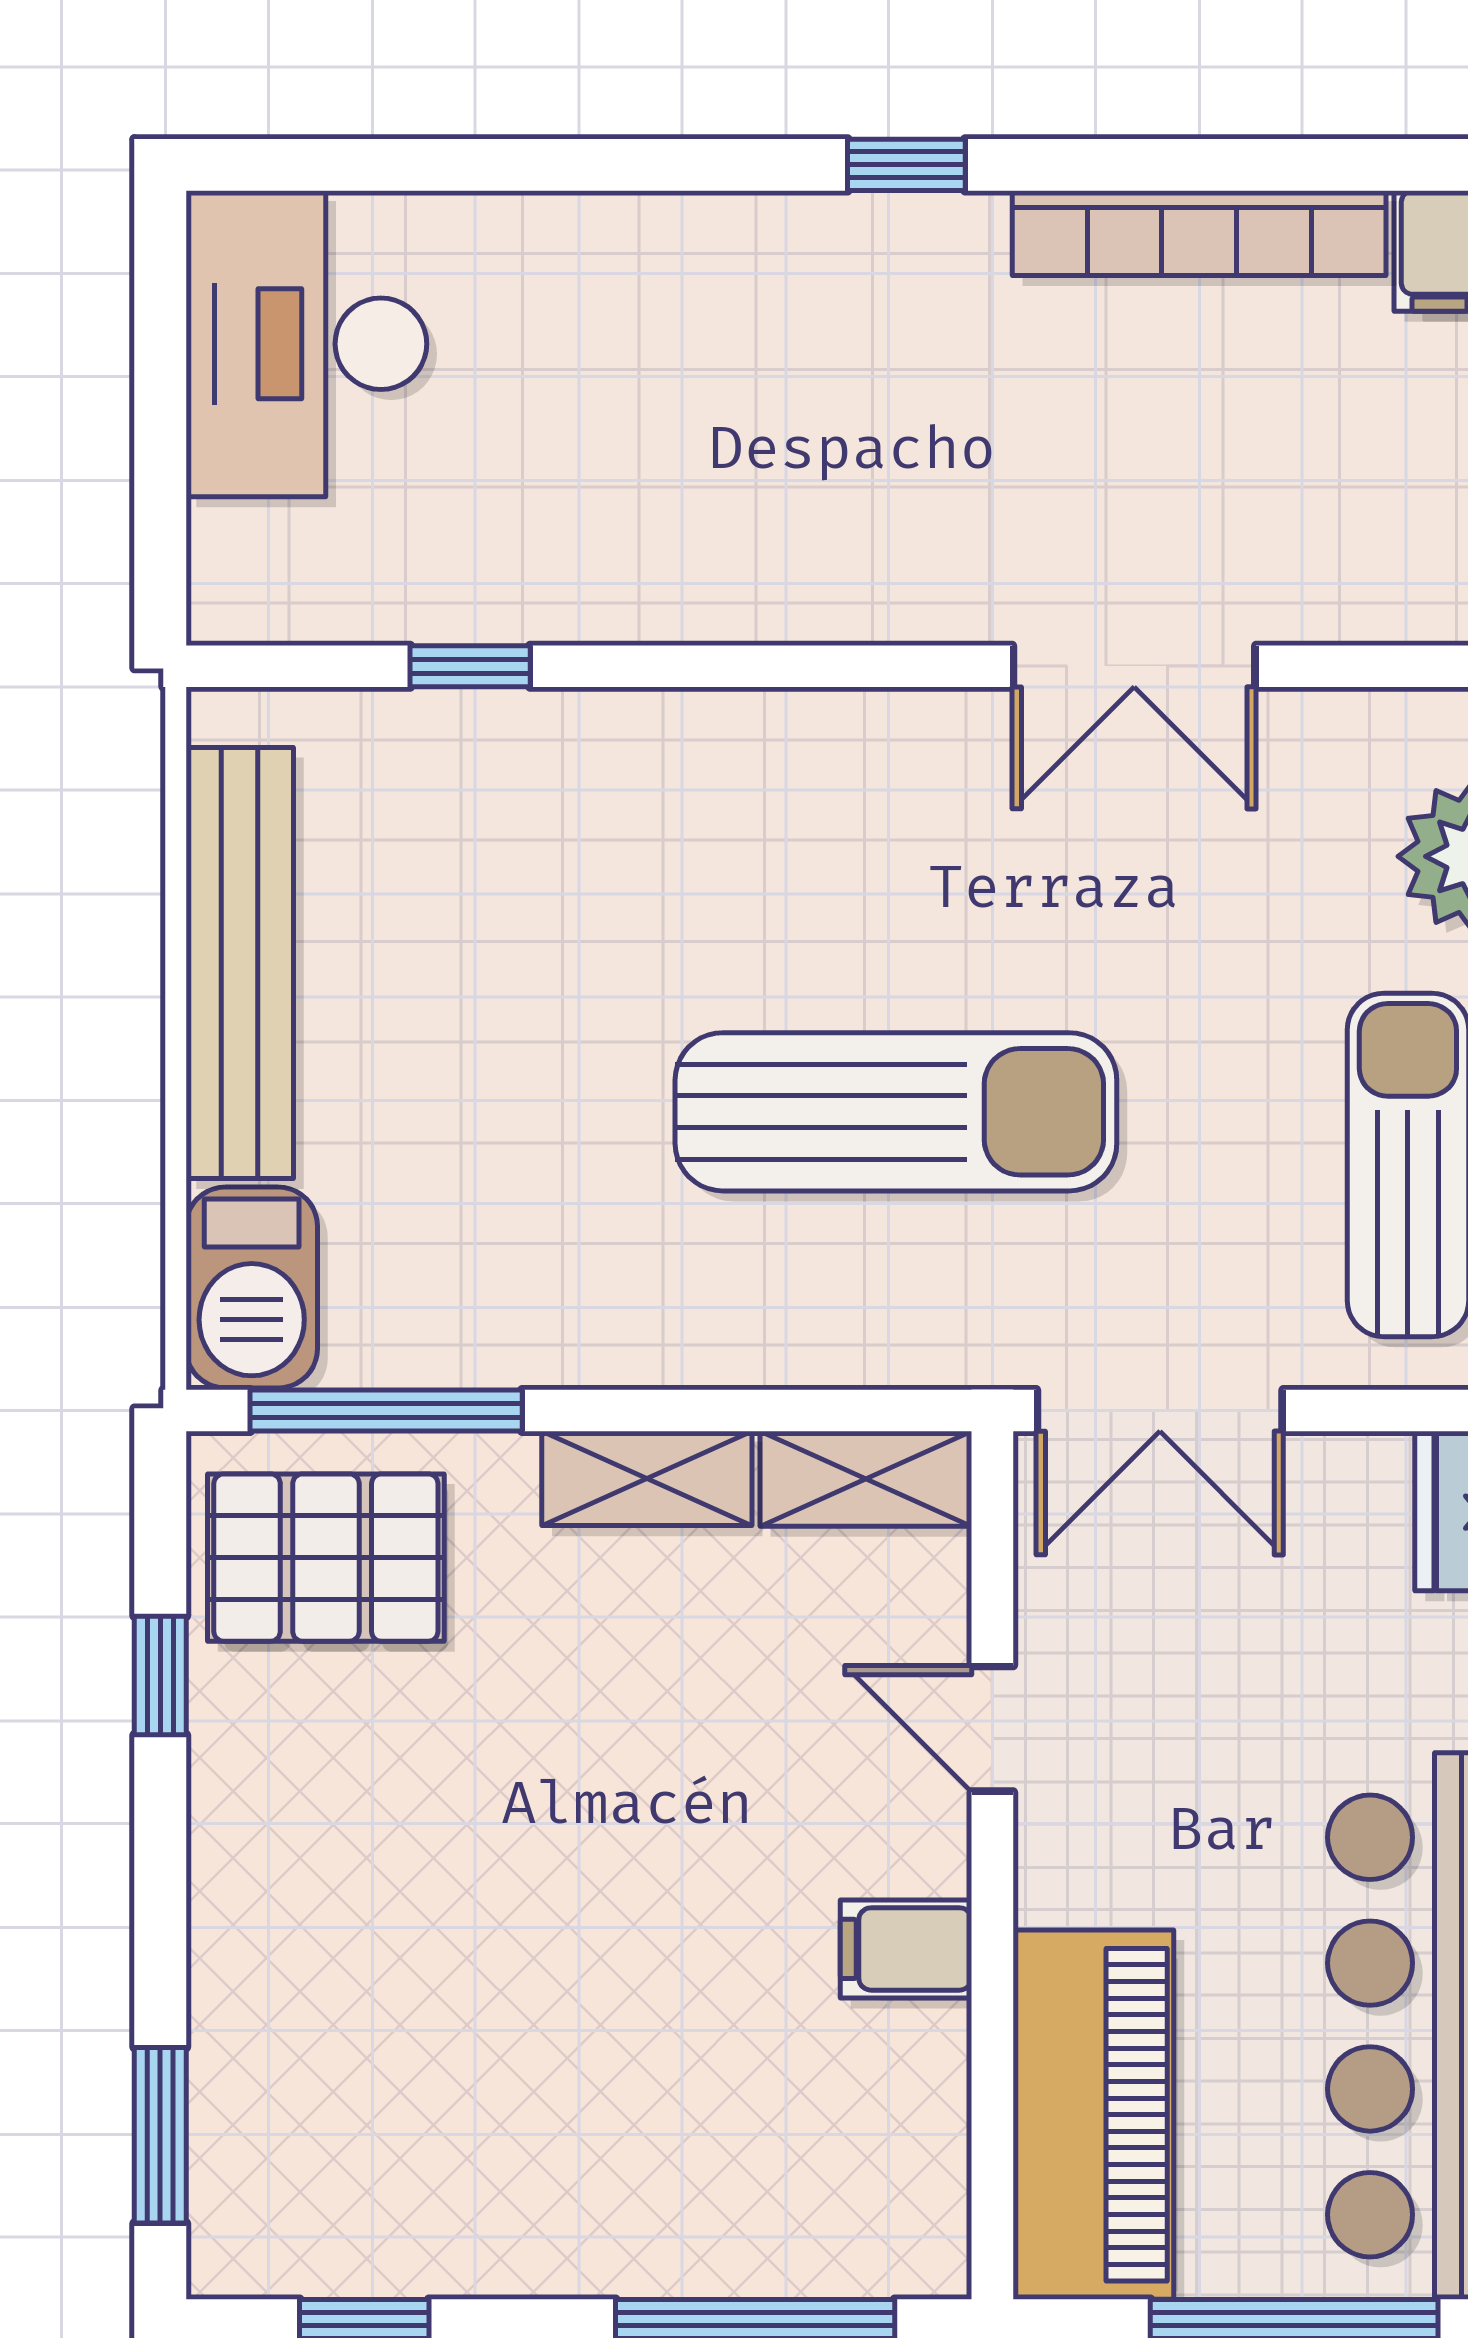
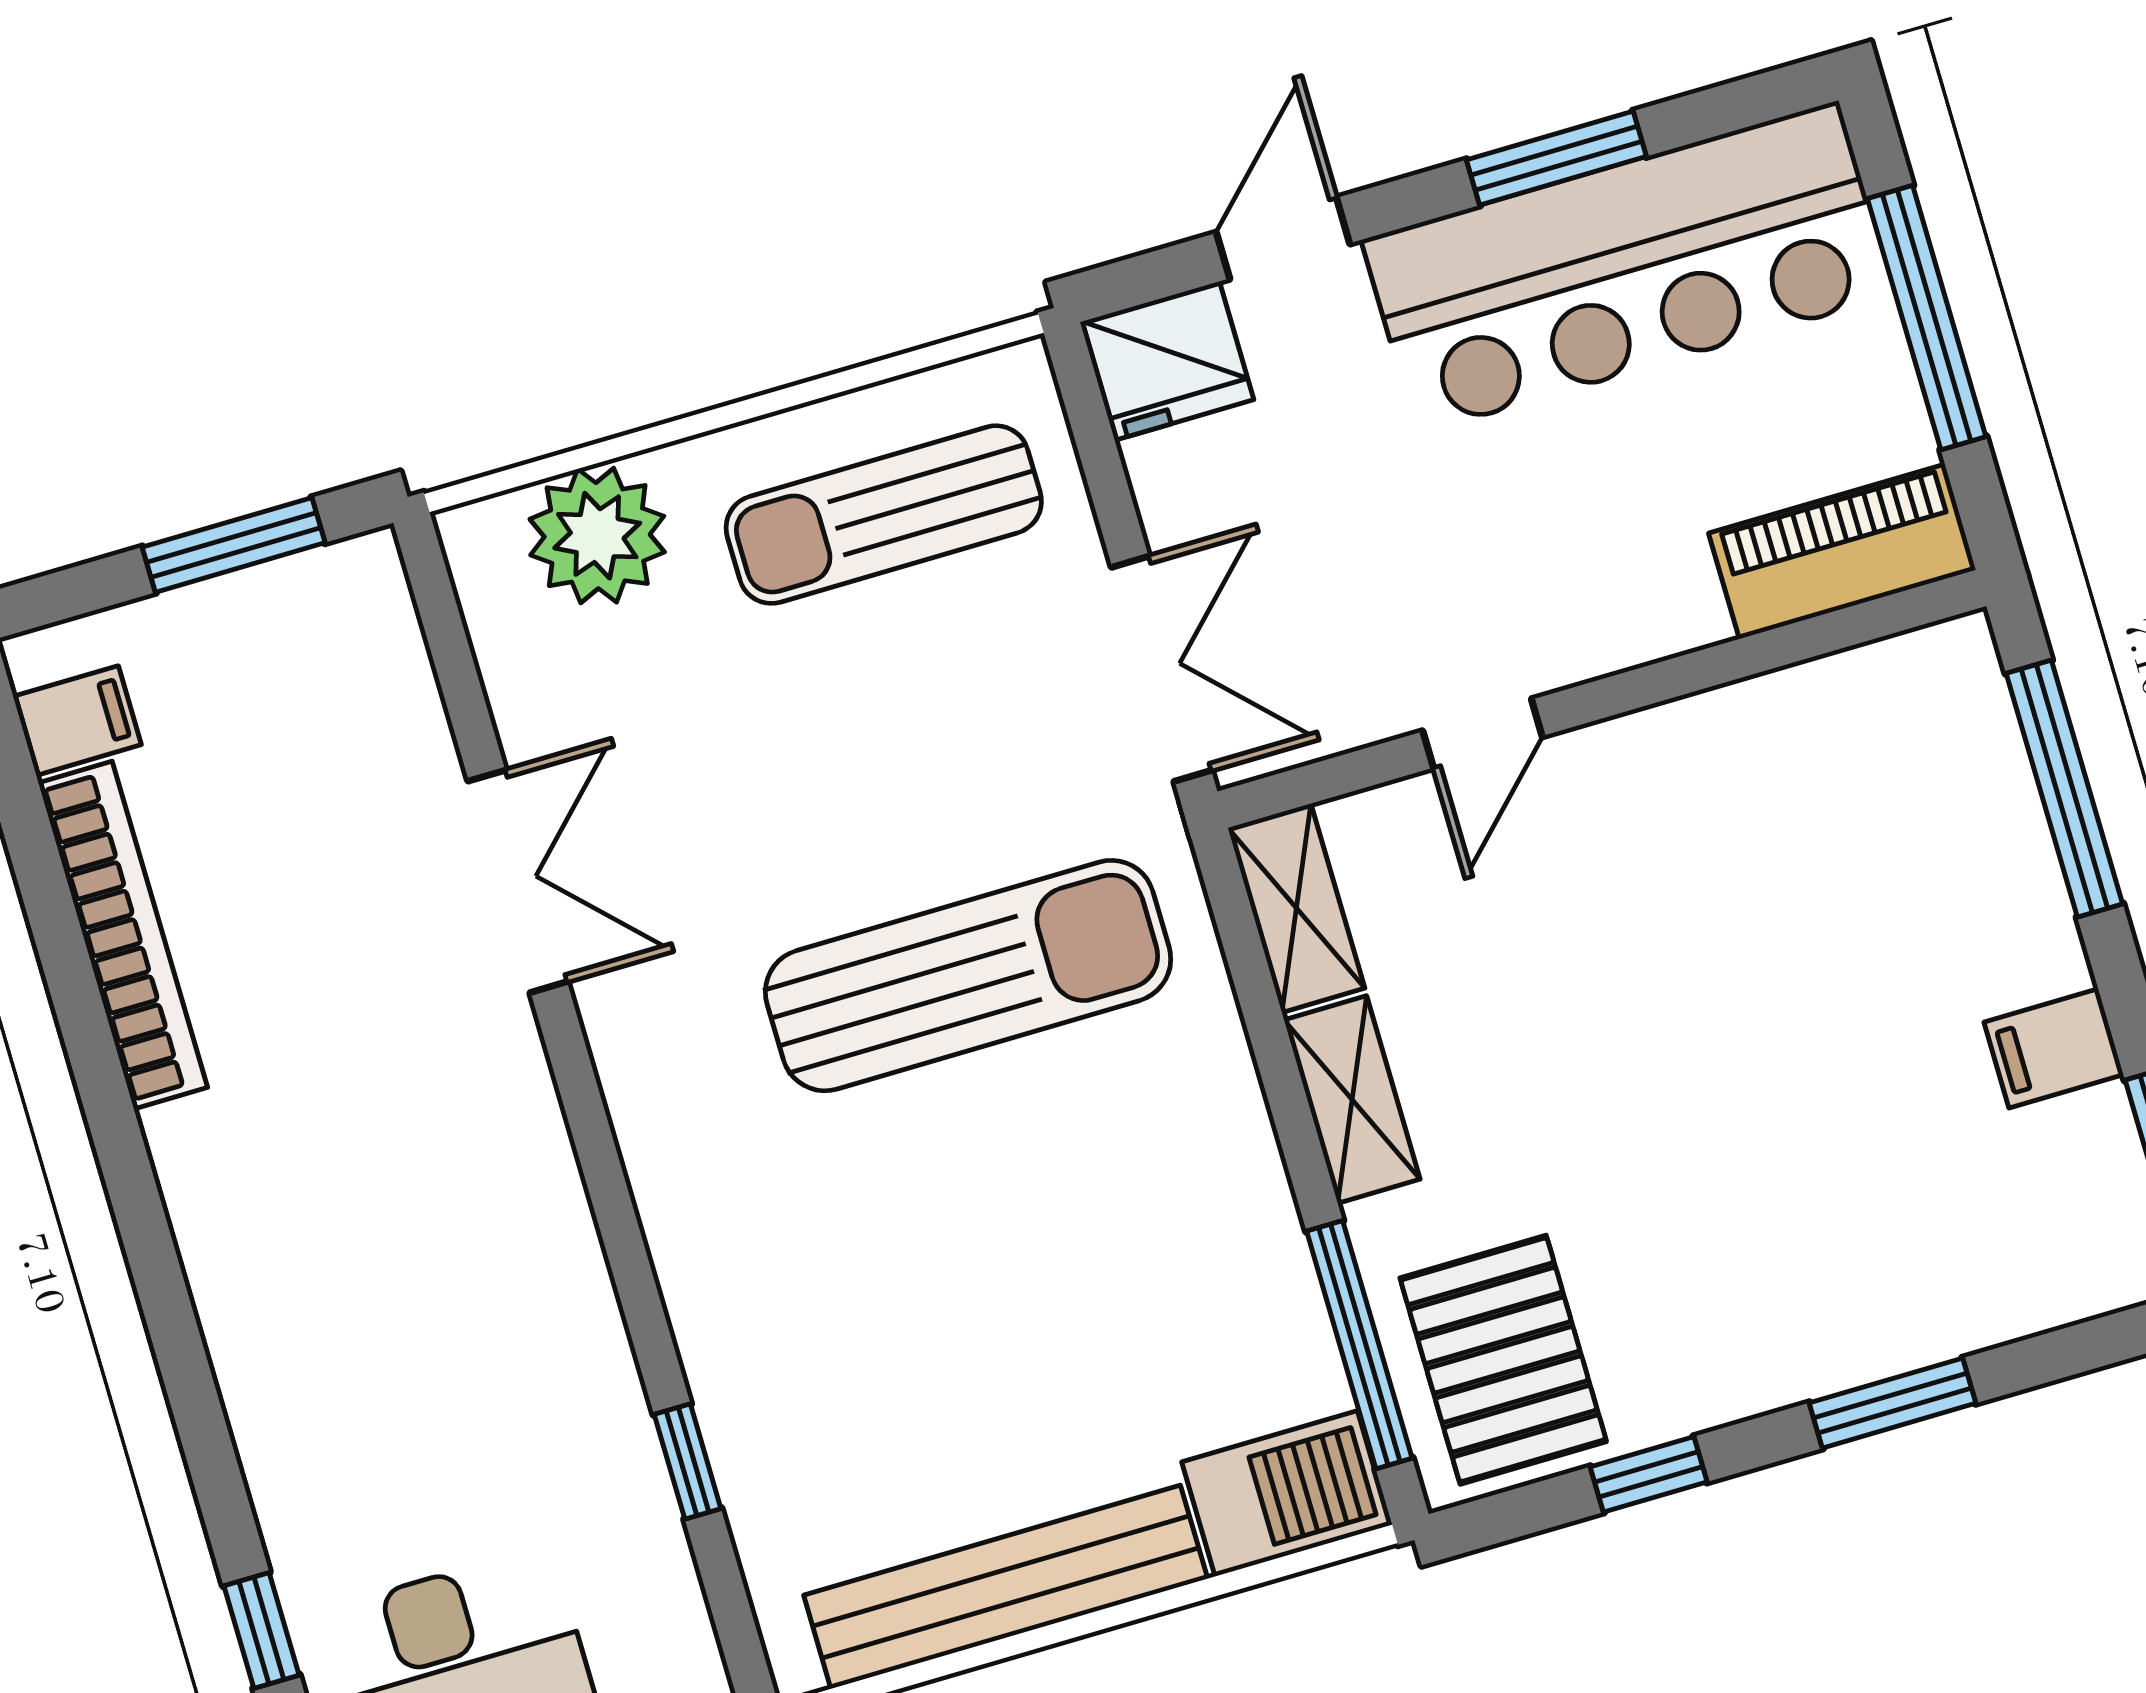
window: (906, 165) -> (261, 1630), moved
sun lounger: (896, 1112) -> (968, 976), turned 90
filing cabinet: (906, 1949) -> (2054, 1048), moved, turned 90
piano: (1093, 2115) -> (1842, 552), width x0.73, depth x0.75
window: (160, 2135) -> (1892, 1403), moved

